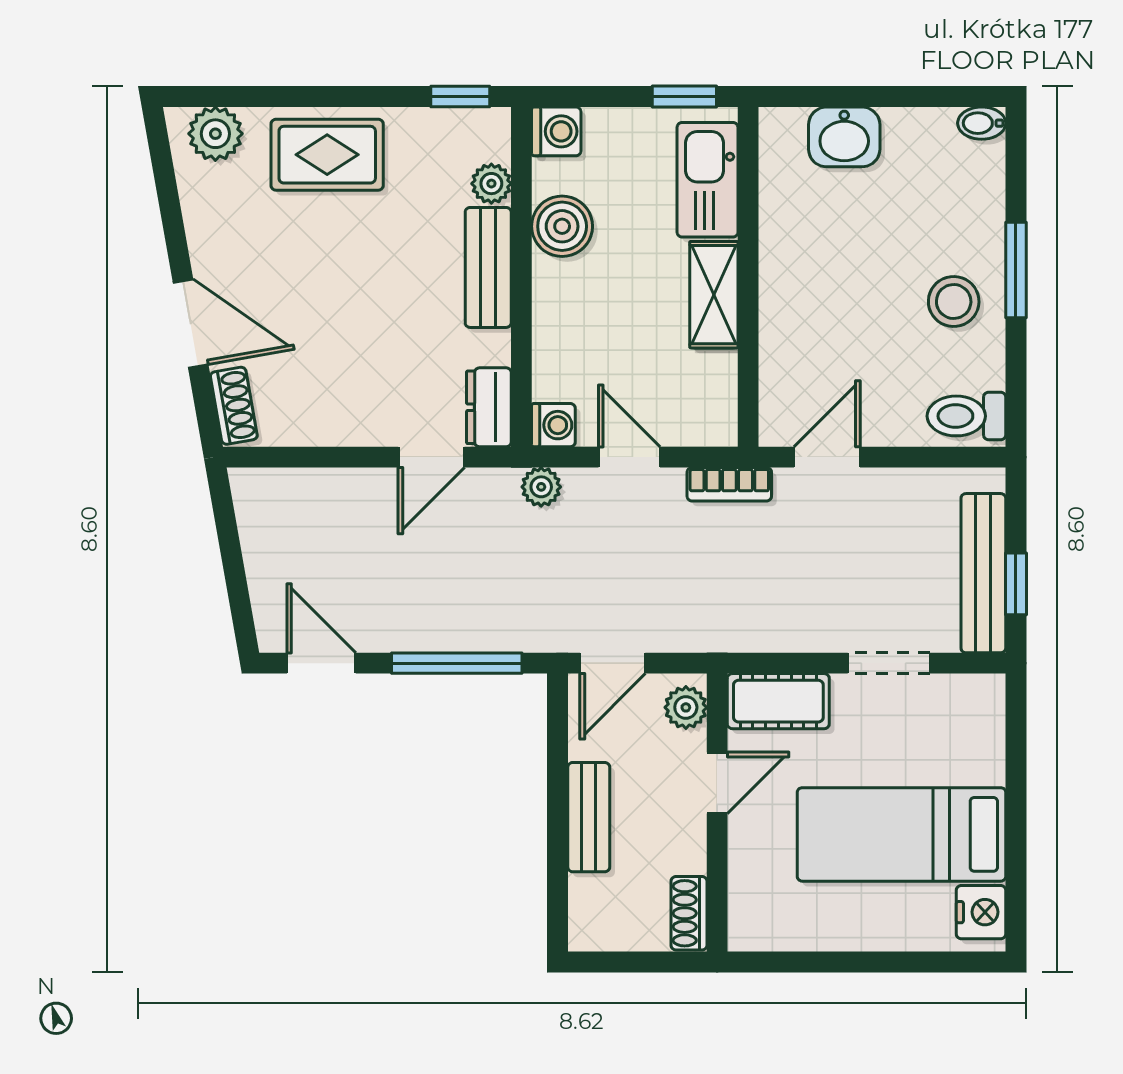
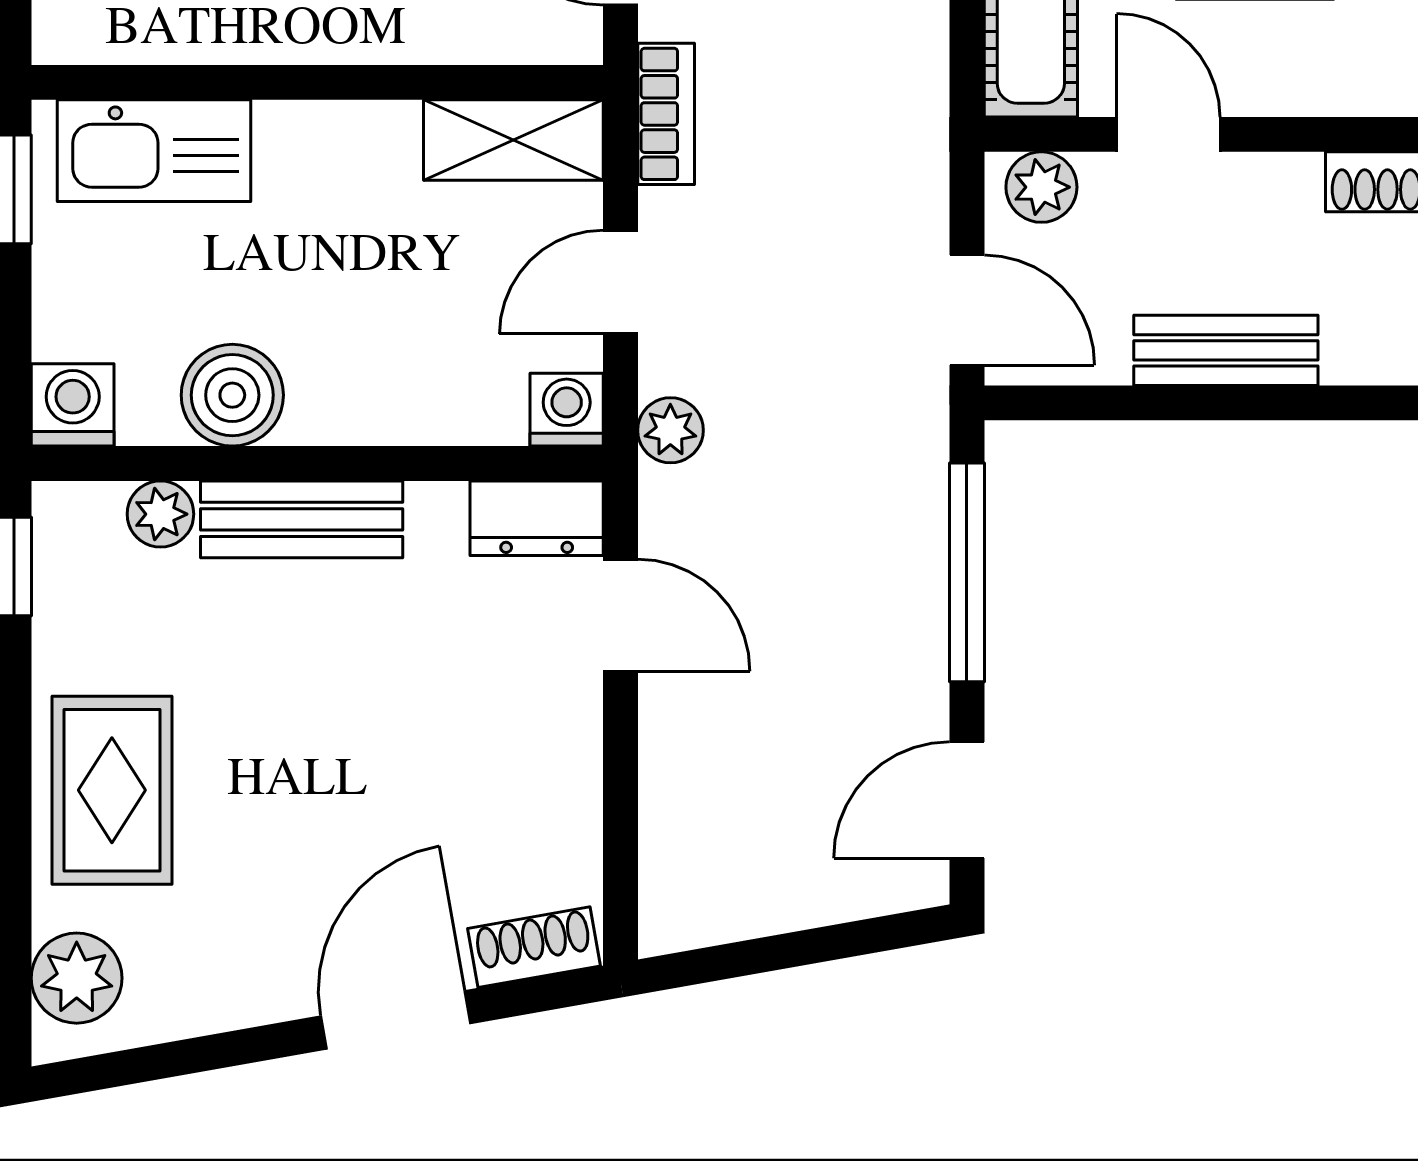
shelving: (714, 295) -> (513, 140), moved

